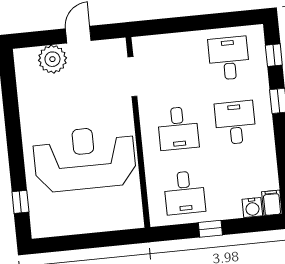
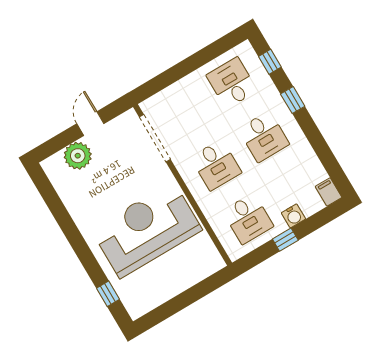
doorway: (132, 77) -> (155, 138), width x1.36
desk: (235, 123) -> (264, 137), turned 180
water cooler: (252, 208) -> (293, 216), moved

